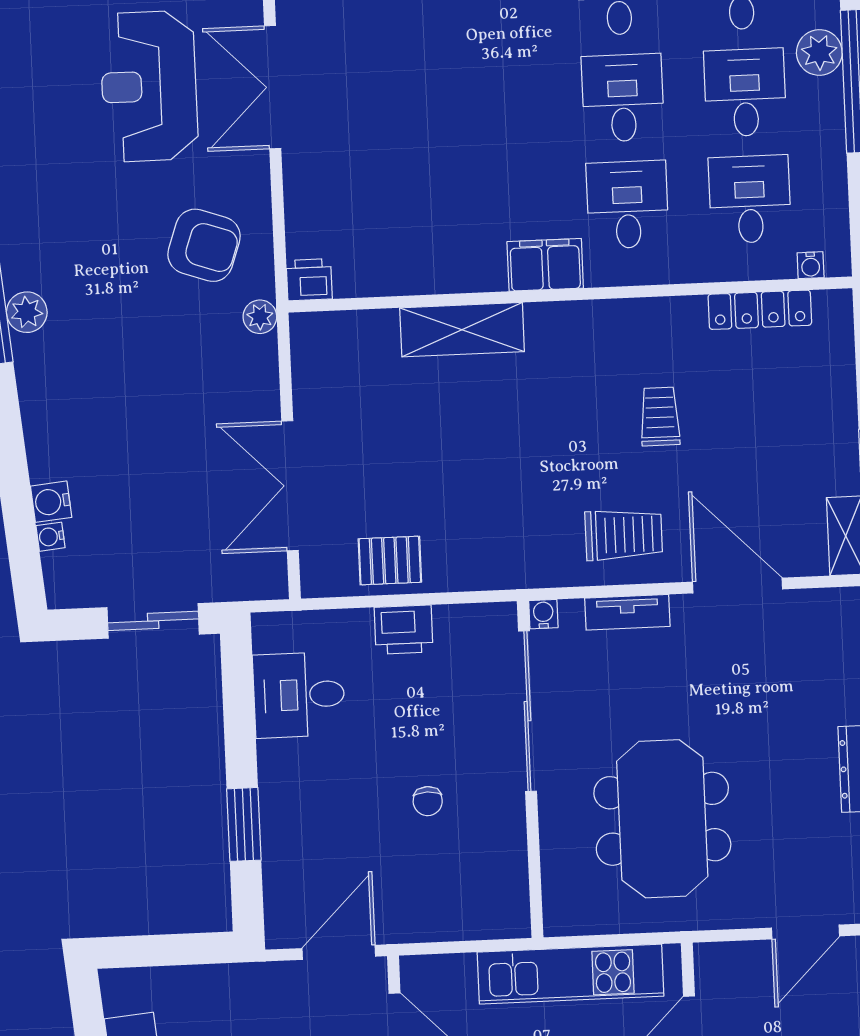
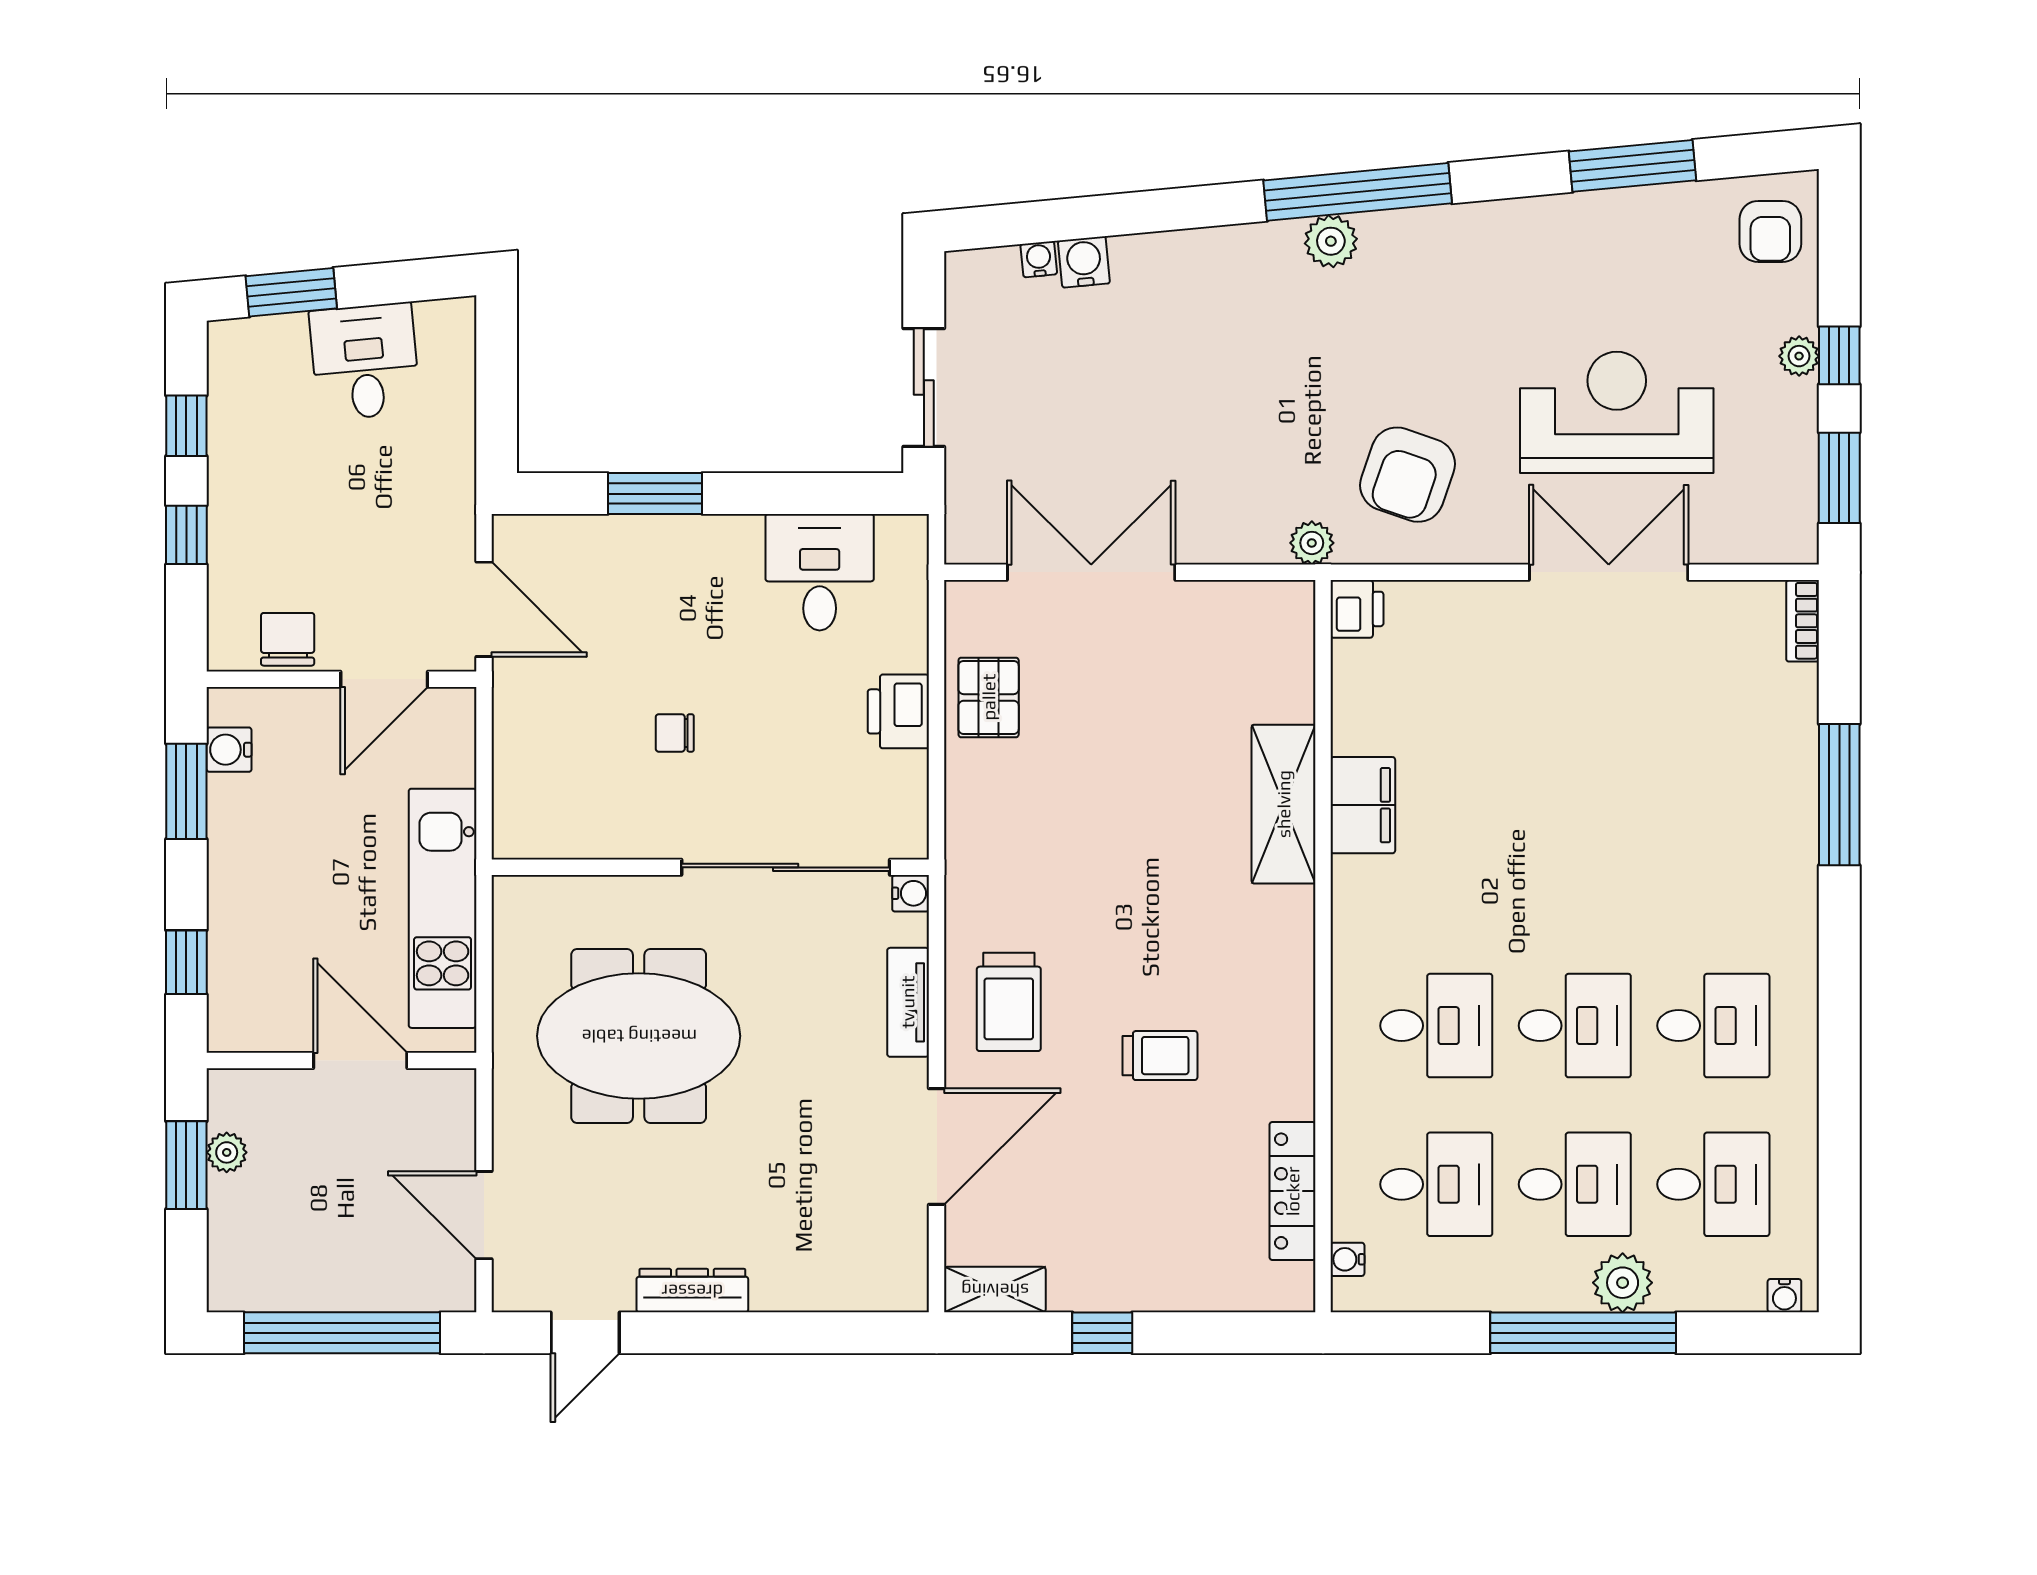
filing cabinet: (545, 265) -> (1363, 805), moved

